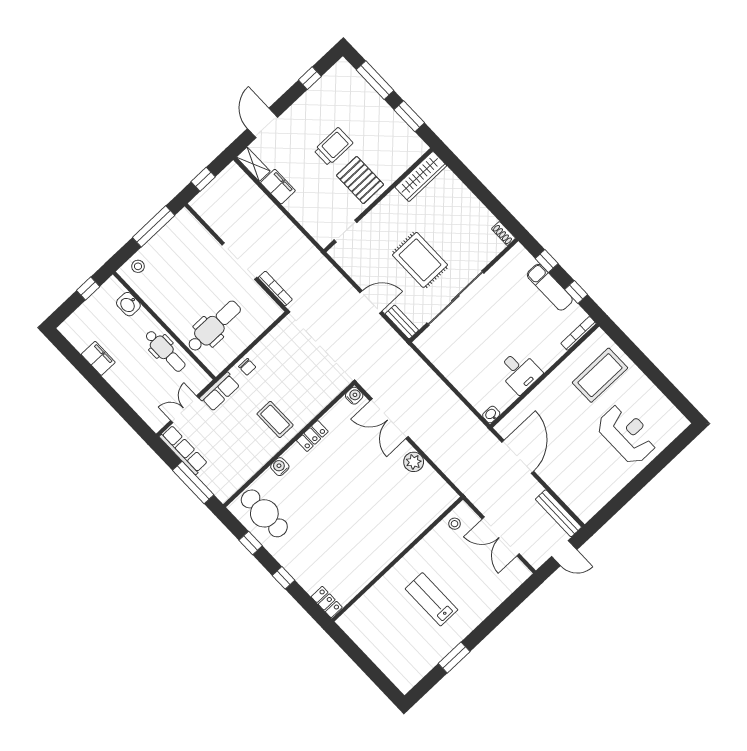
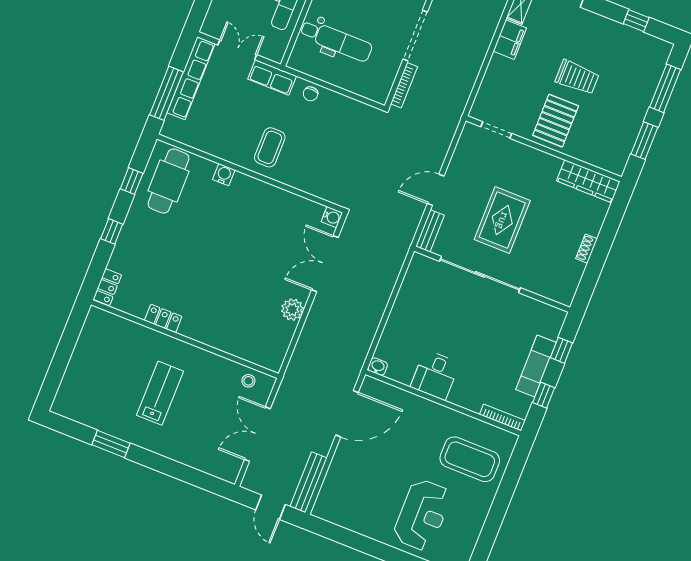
shoe rack: (503, 234) -> (587, 249), moved
door: (371, 302) -> (436, 190), swing flipped
locker: (312, 436) -> (163, 318), moved, turned 180
row of seats: (183, 450) -> (191, 78), width x1.36

